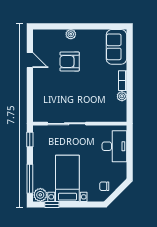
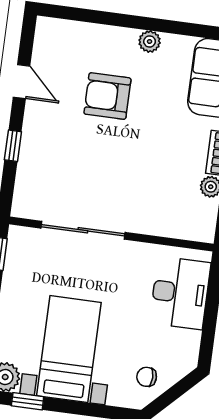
plant: (71, 34) -> (150, 42), moved
window: (30, 90) -> (13, 146), added

